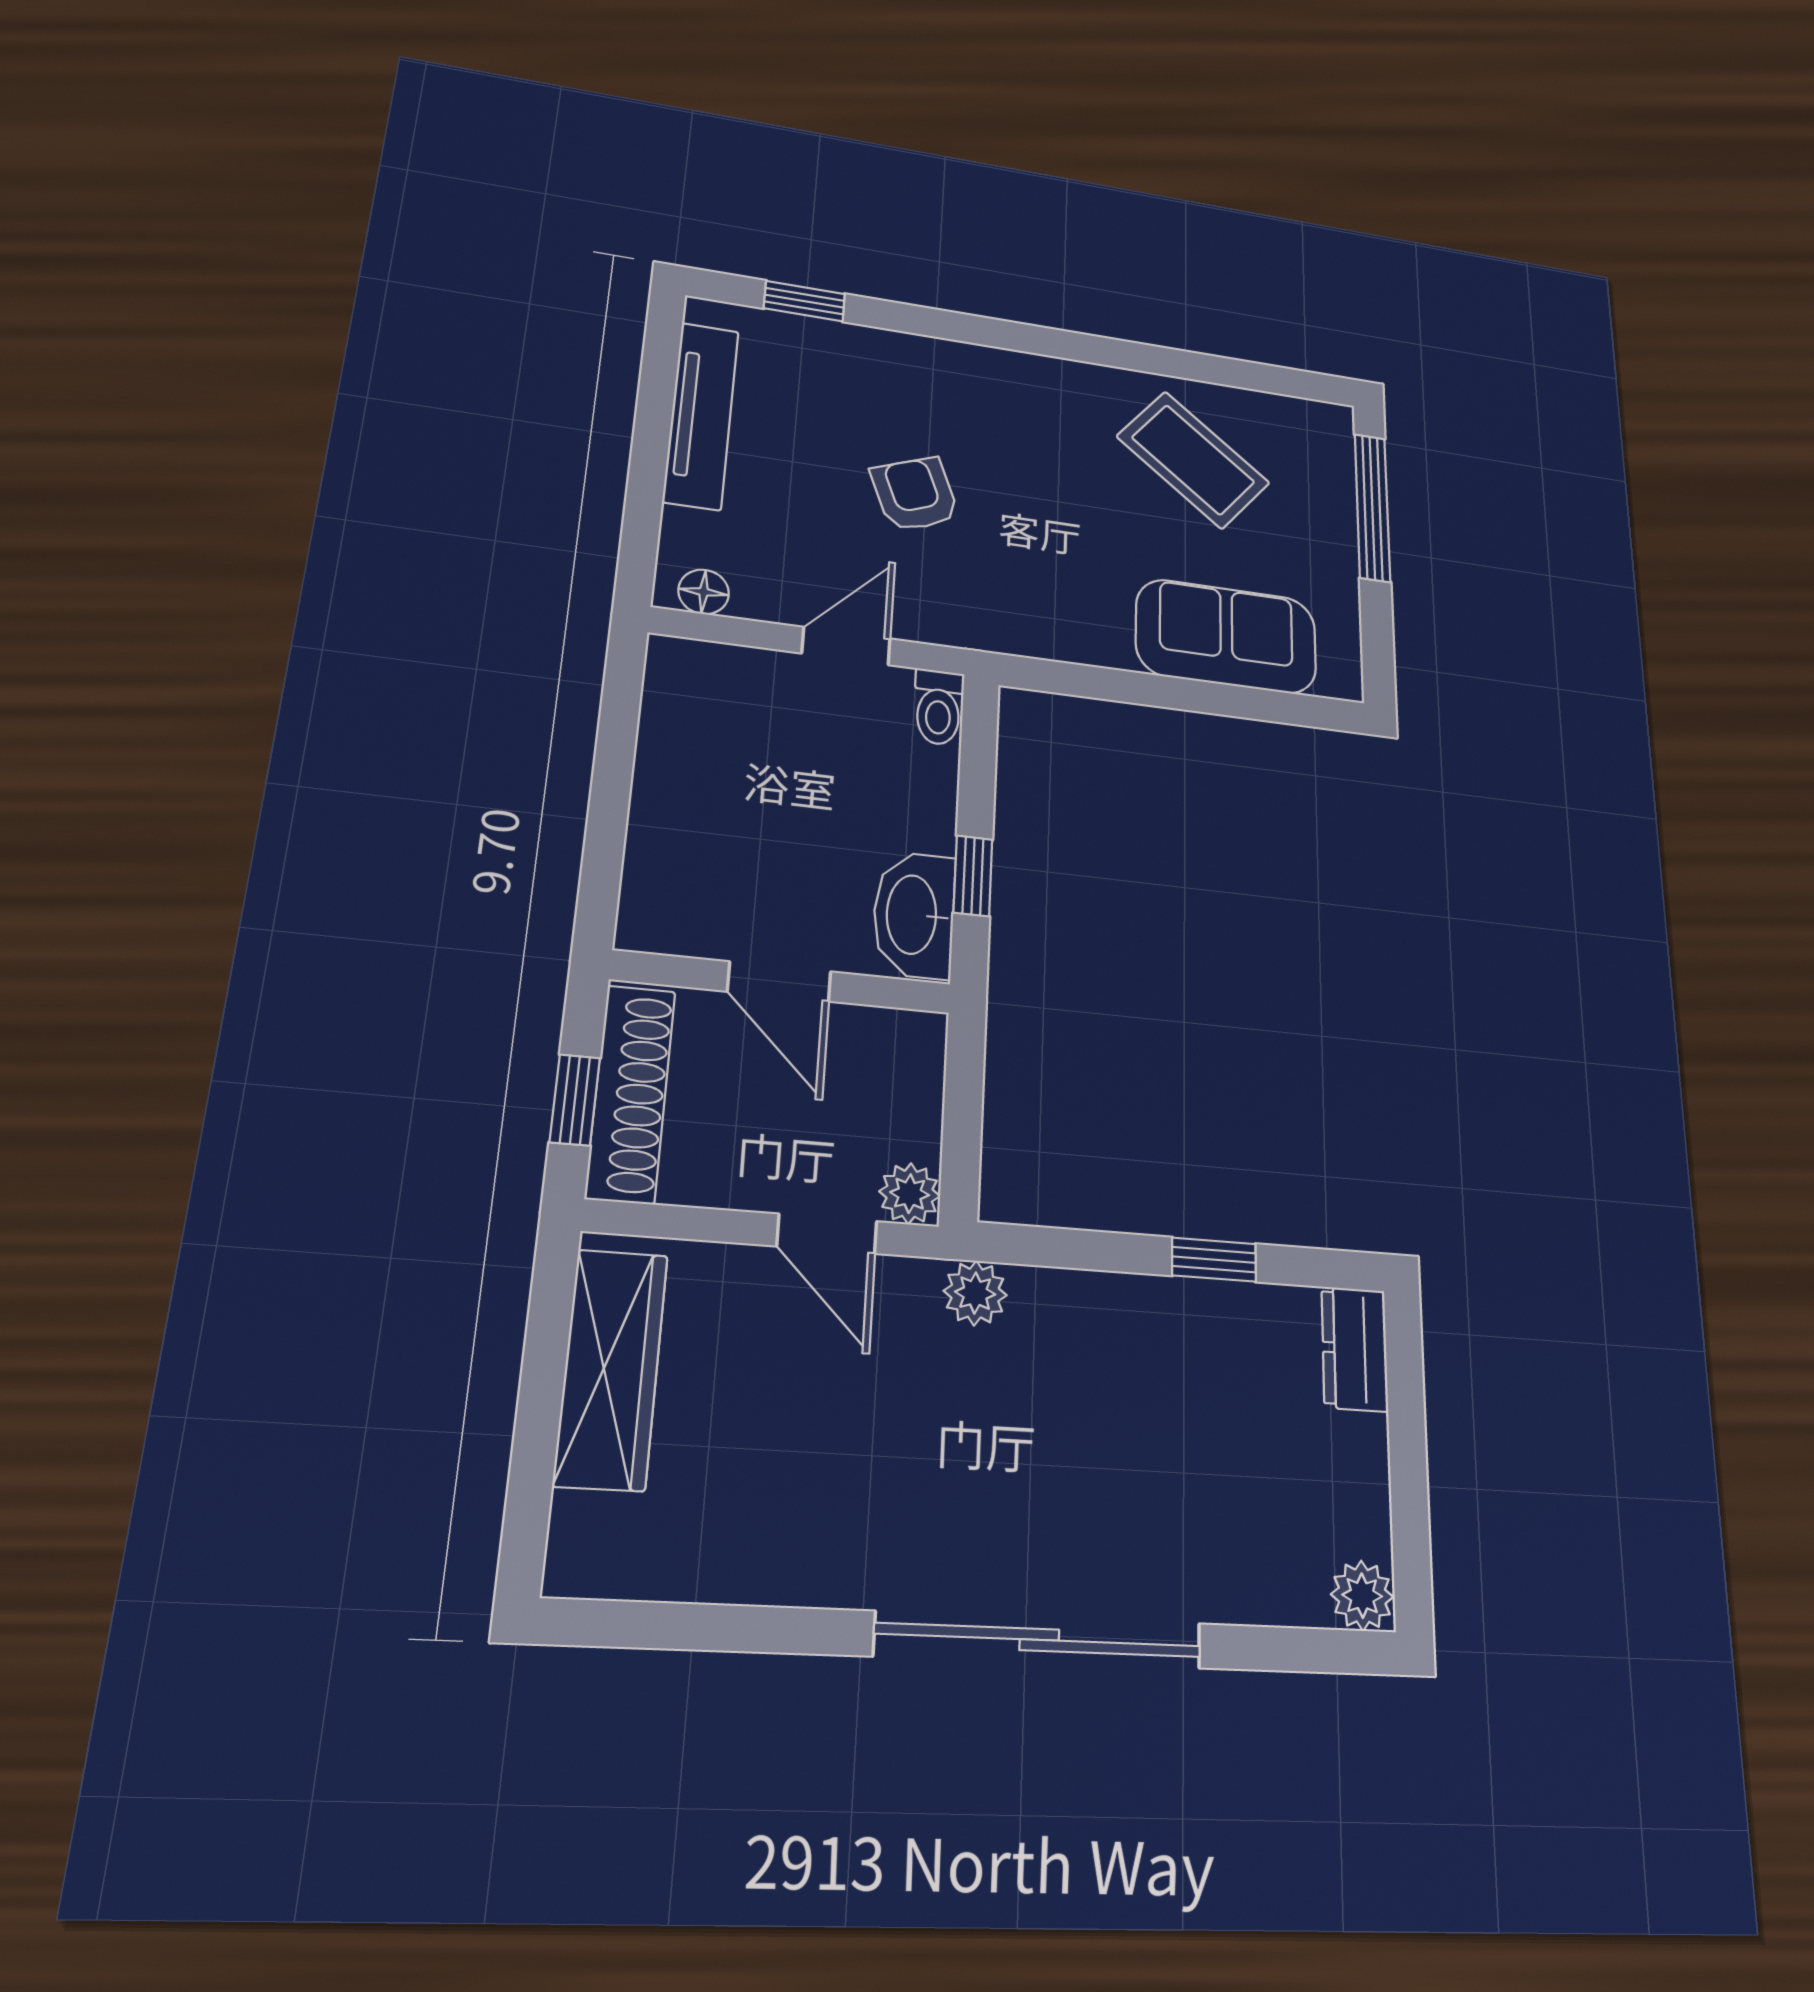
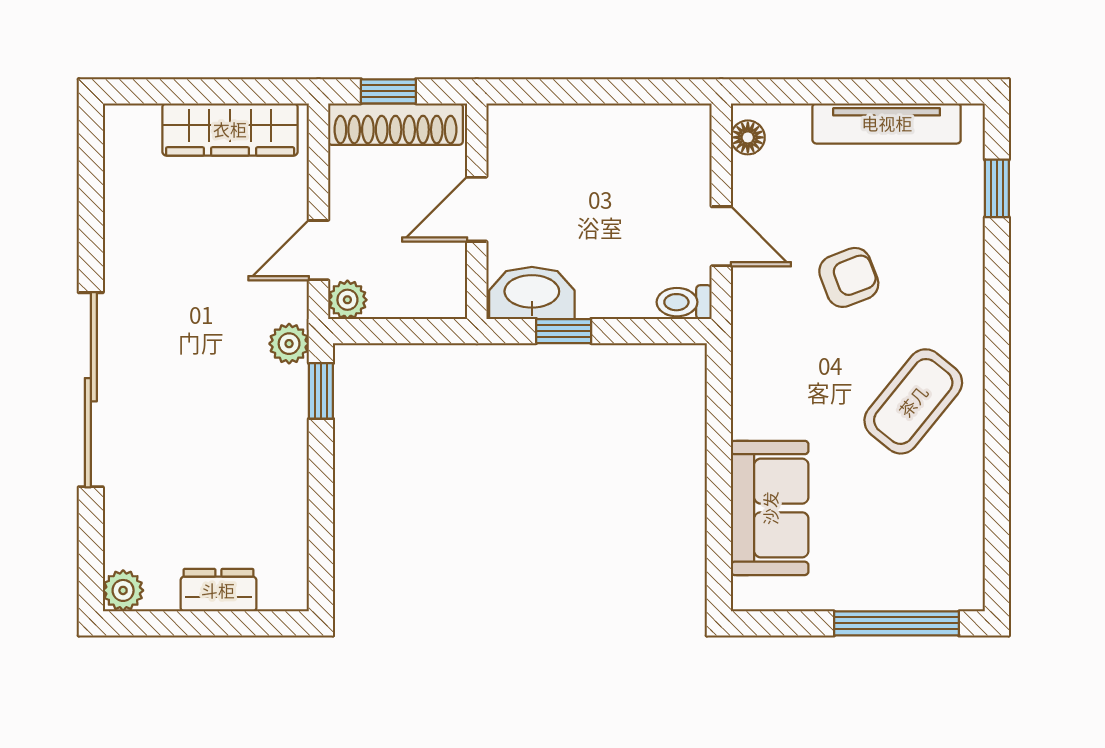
coffee table: (1193, 460) -> (913, 401), moved
window: (1214, 1260) -> (321, 391), moved
dresser: (1355, 1349) -> (218, 590), moved

